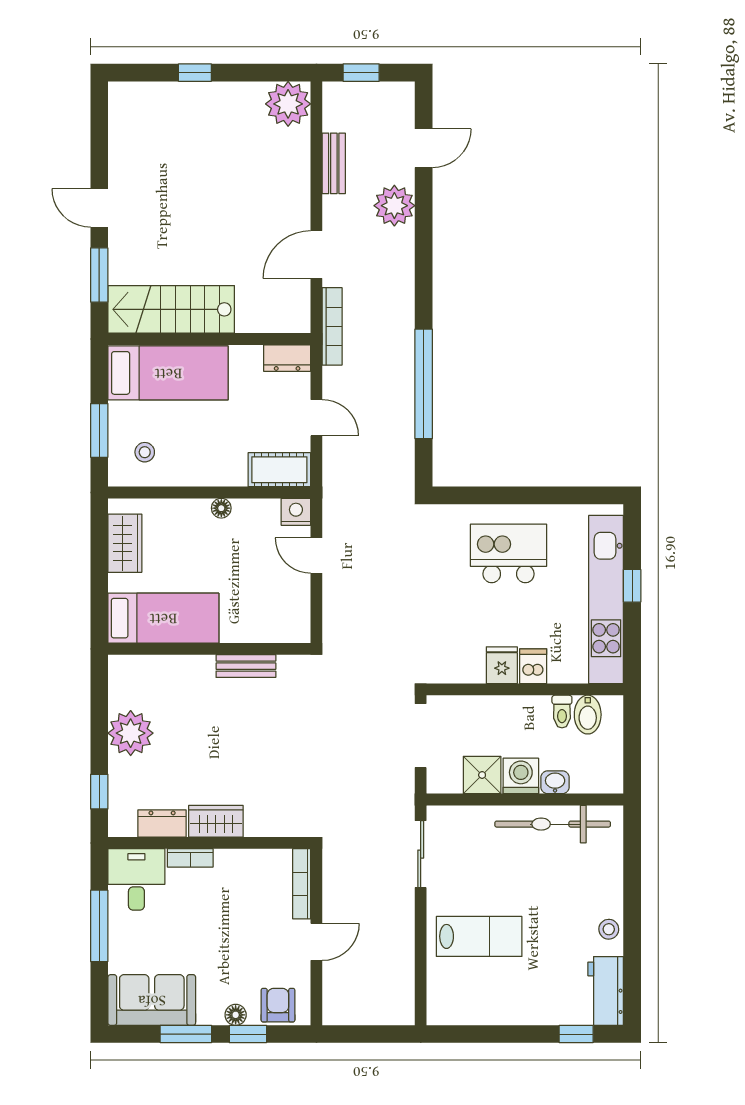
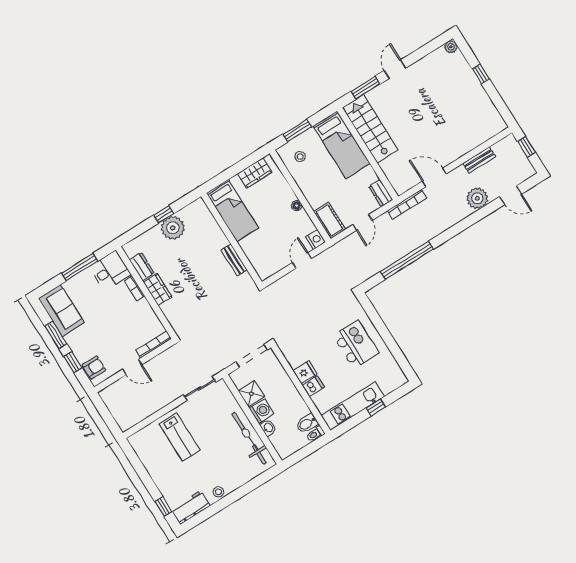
plant: (288, 104) -> (451, 47), moved, width x0.53, depth x0.53
kitchen unit: (606, 600) -> (353, 406), width x0.73
toilet: (562, 712) -> (315, 434), moved
window: (99, 792) -> (164, 214), moved
floor lamp: (236, 1015) -> (78, 352), removed

